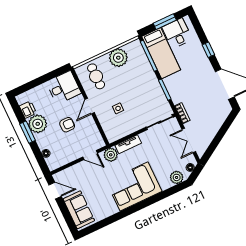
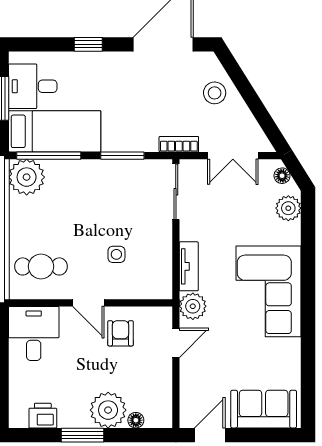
plant: (118, 58) -> (27, 177), moved
stool: (214, 118) -> (215, 93), added
plant: (38, 124) -> (108, 410), moved
armchair: (67, 125) -> (121, 333), moved

